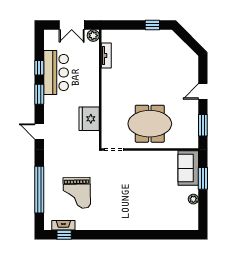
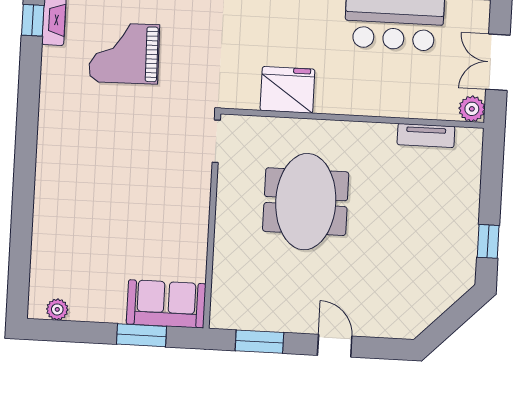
meeting table: (150, 124) -> (306, 202), moved
plant: (193, 199) -> (57, 309), moved

